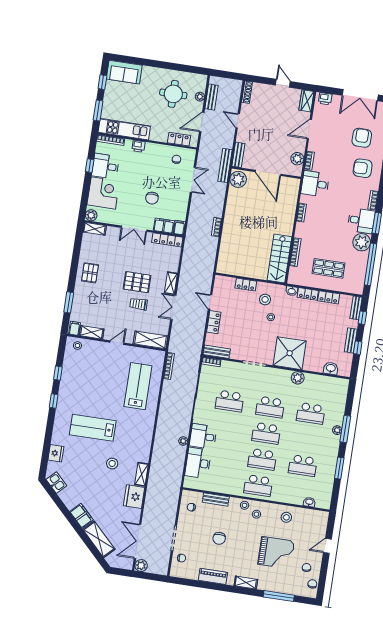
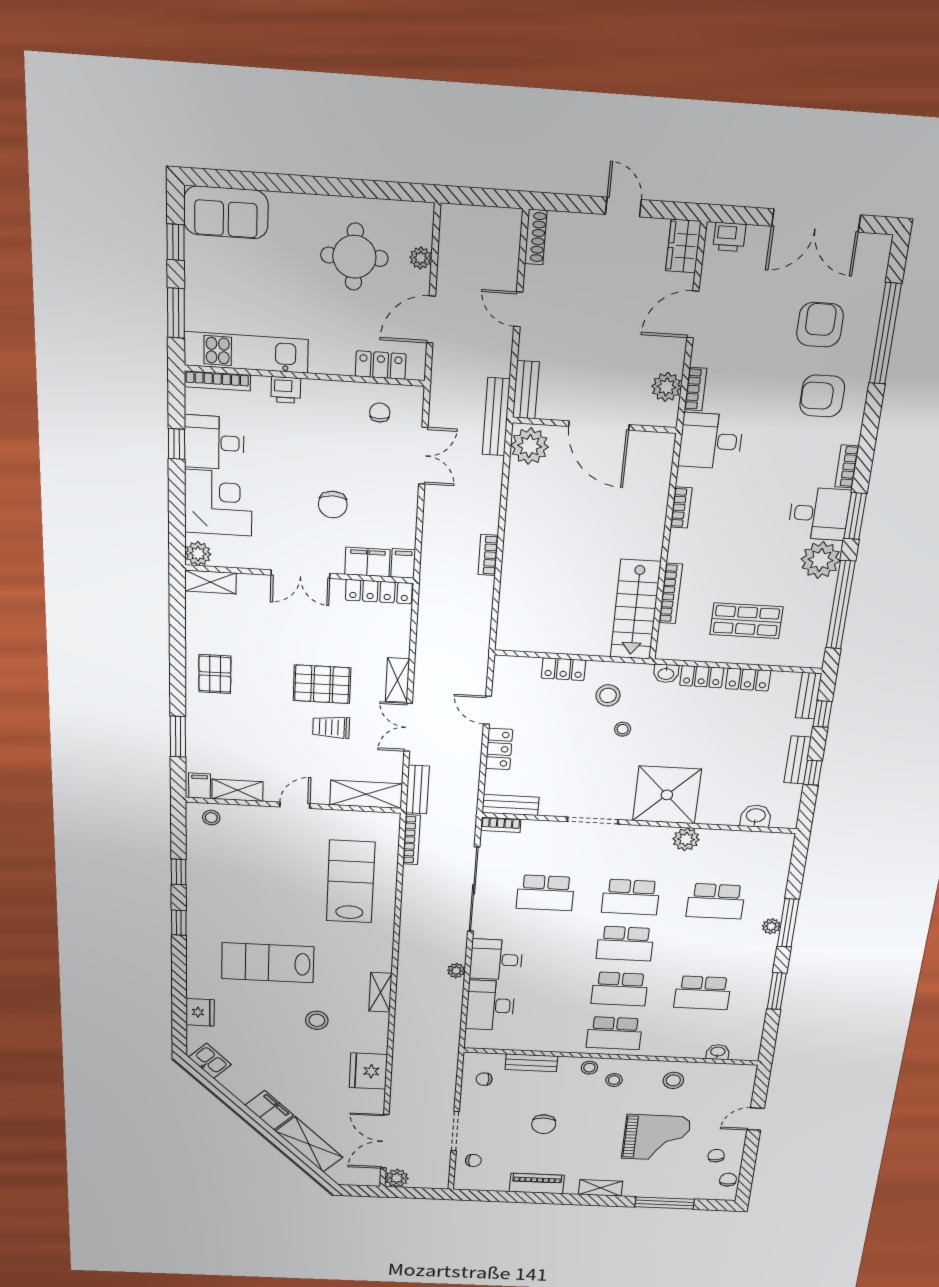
bench: (211, 97) -> (417, 790), moved
shelving: (141, 474) -> (380, 992), moved

